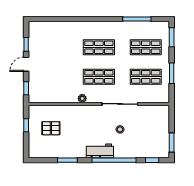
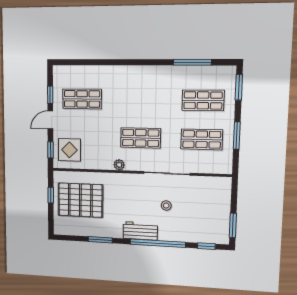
shop shelf: (99, 47) -> (82, 99), moved
display table: (42, 88) -> (69, 150), added
pallet: (51, 128) -> (80, 200), width x2.05, depth x2.00

